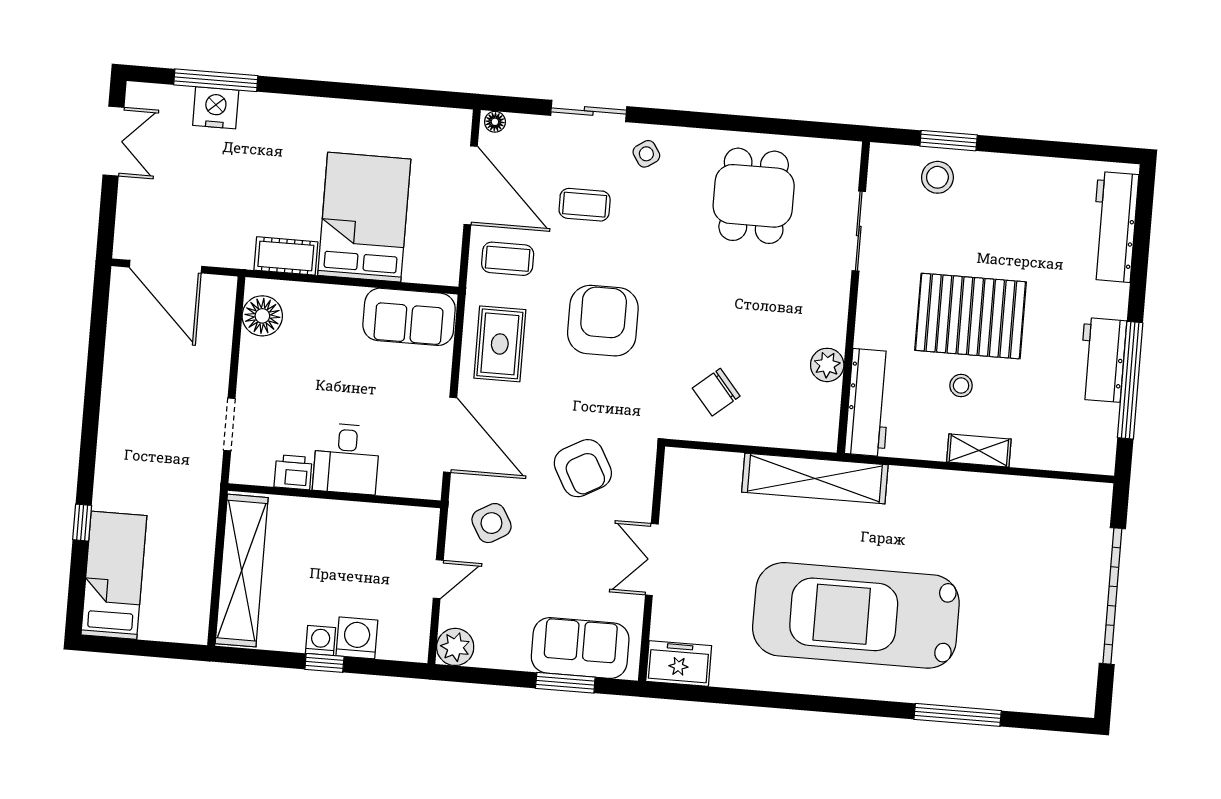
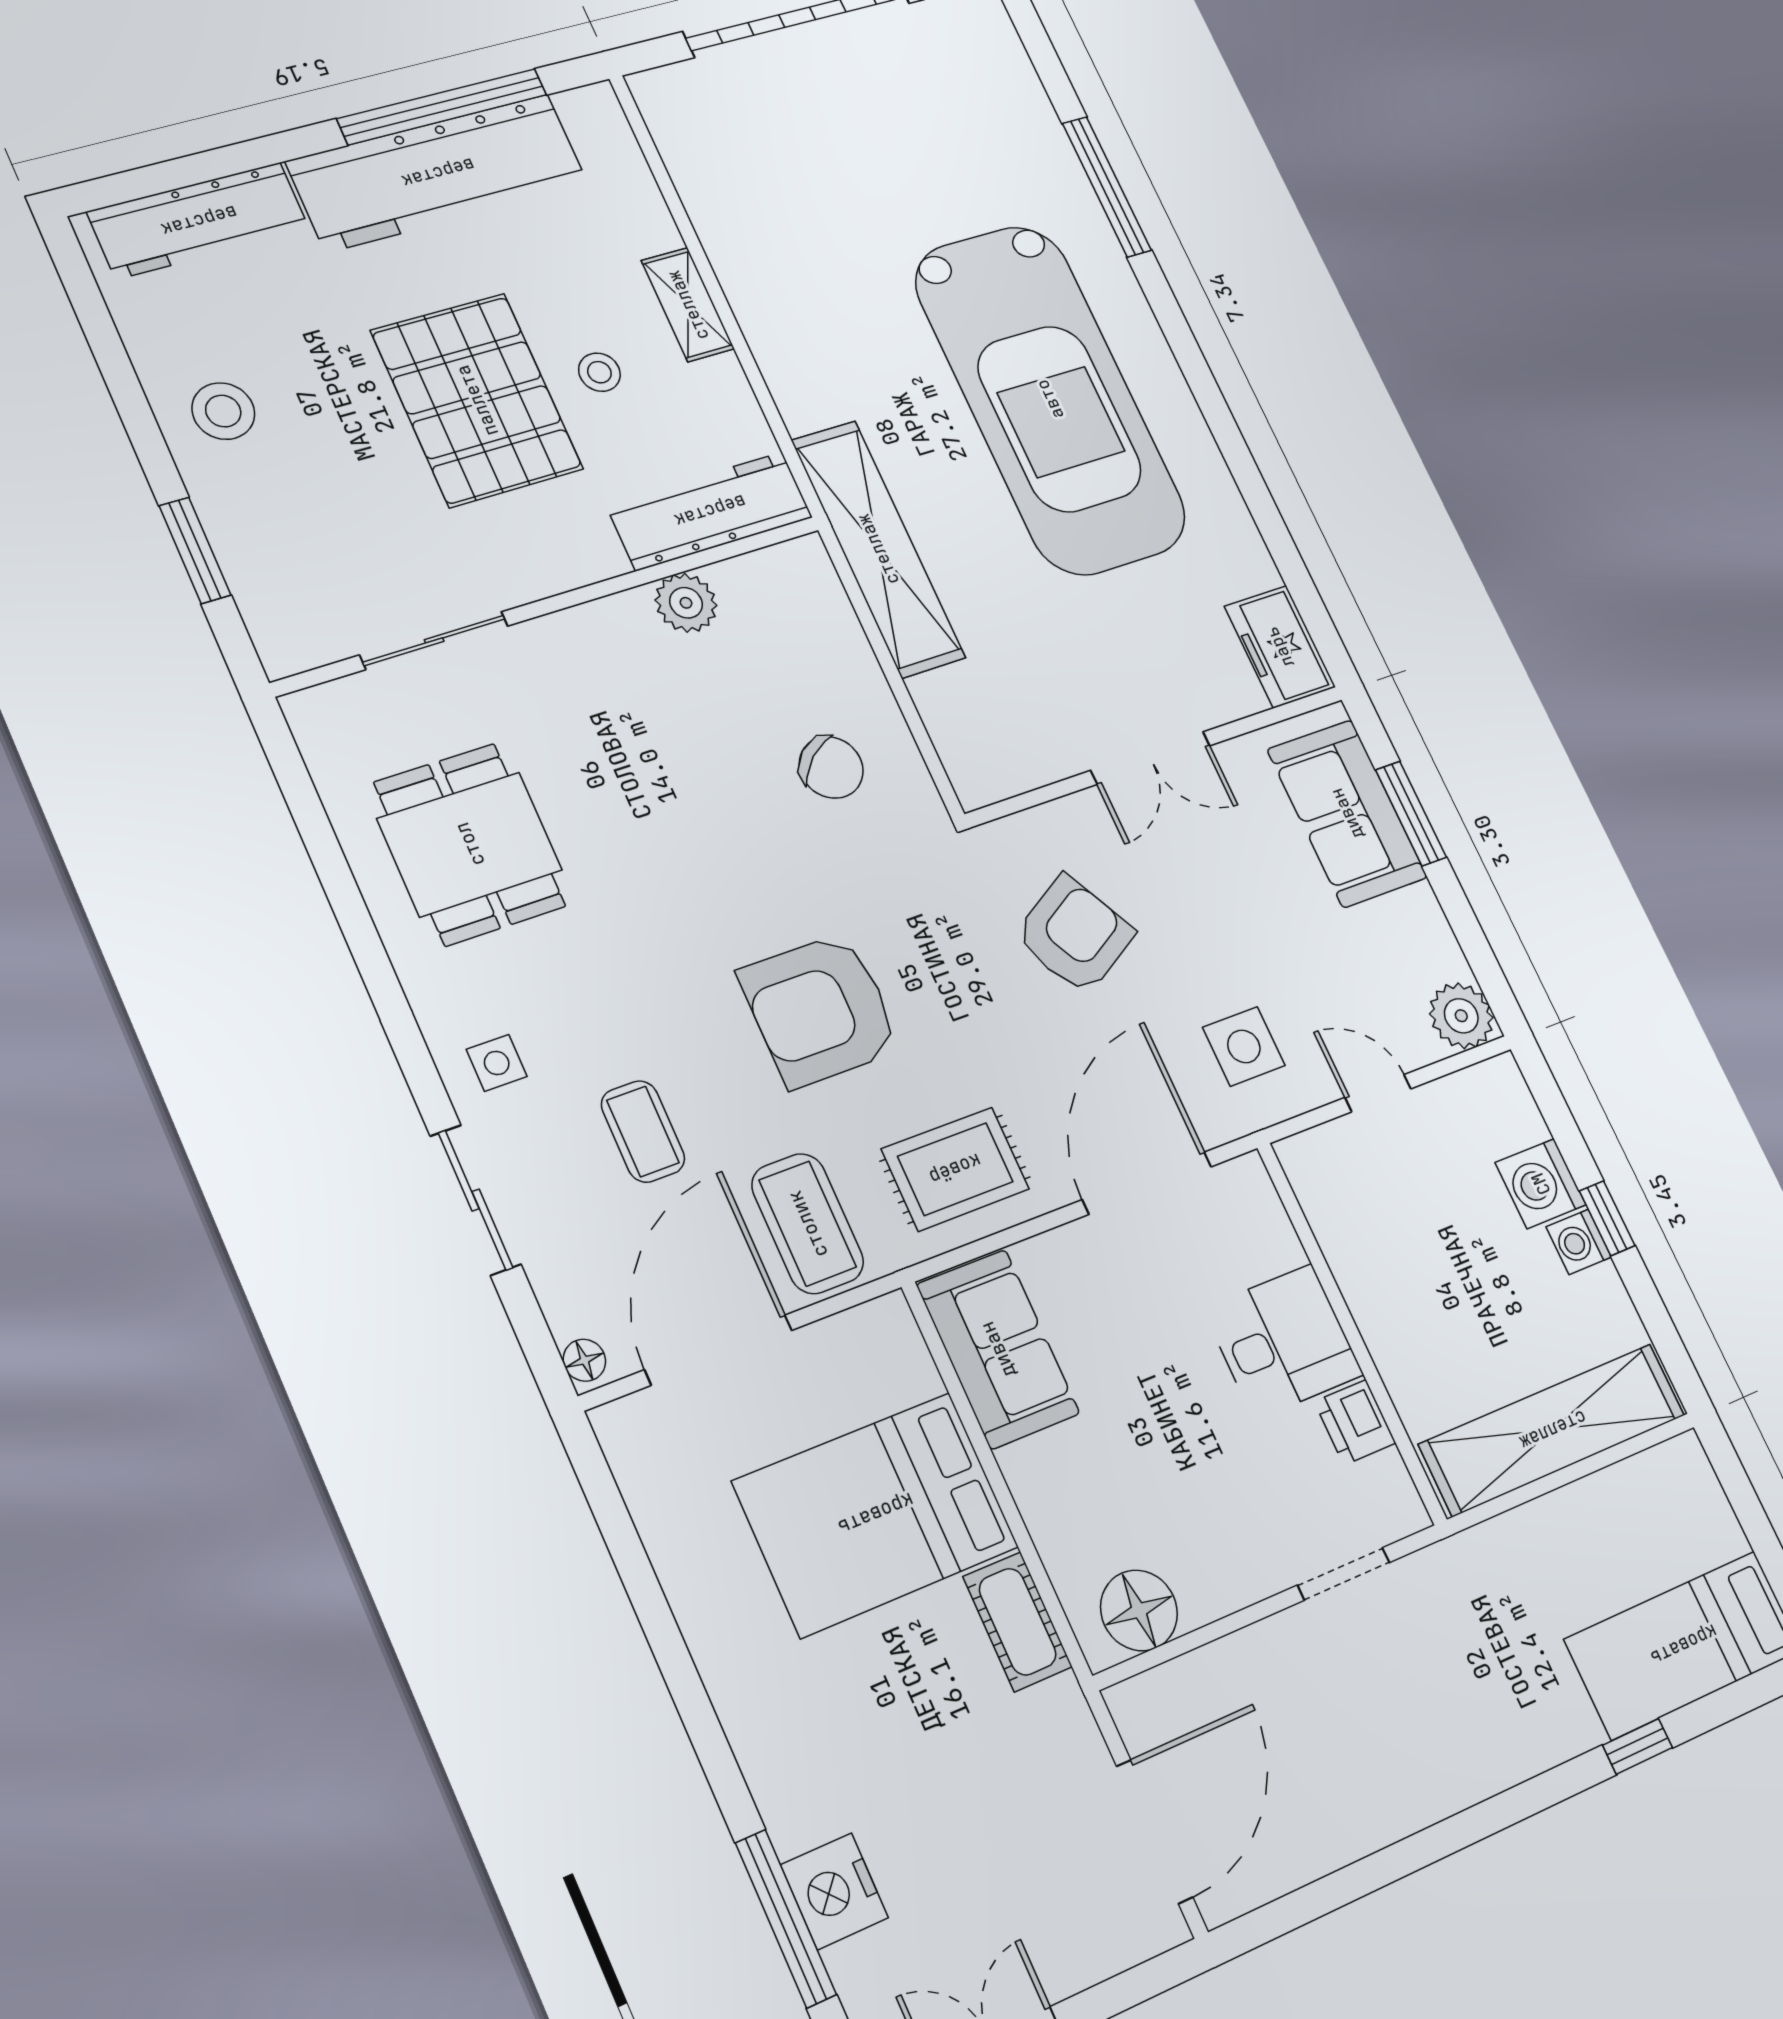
side table: (646, 154) -> (497, 1063), turned 33
stool: (937, 177) -> (223, 411), moved
dining table: (754, 196) -> (470, 844), turned 90
coffee table: (508, 259) -> (808, 1224), width x1.36, depth x1.30
workbench: (1102, 360) -> (438, 173), width x1.87, depth x1.32
side table: (491, 523) -> (1244, 1046), turned 30

